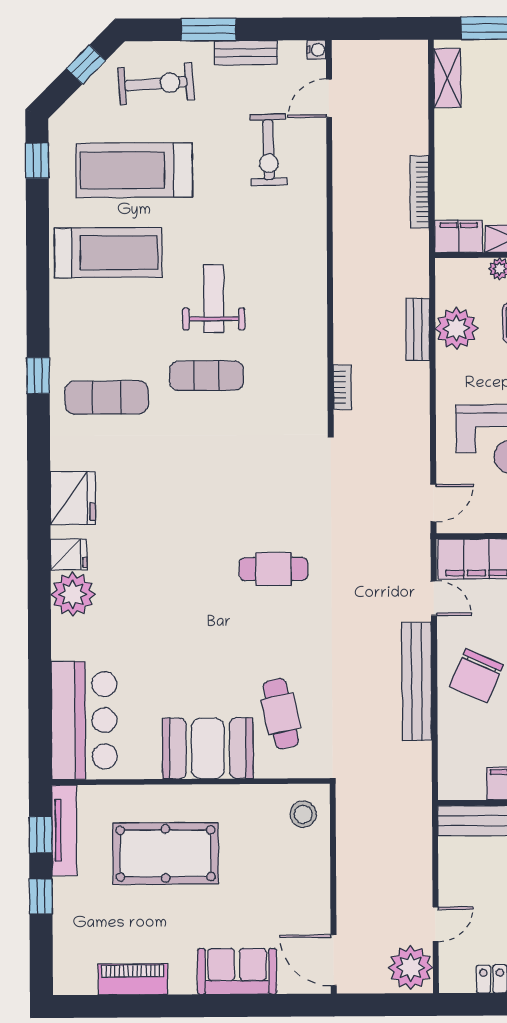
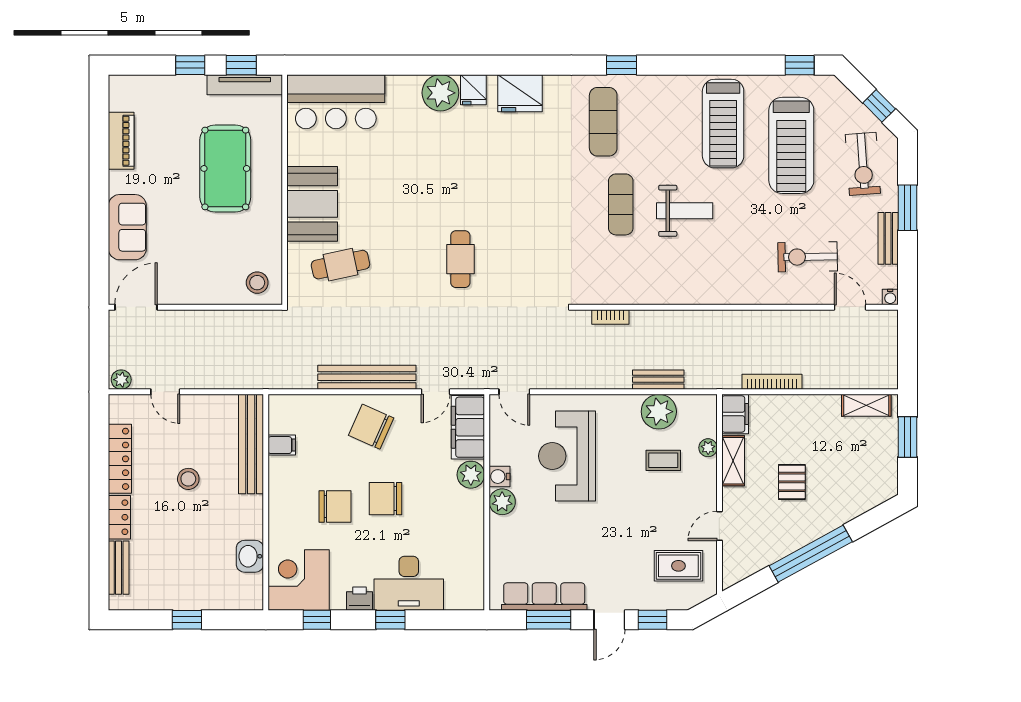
treadmill: (134, 170) -> (791, 145), turned 180
plant: (411, 967) -> (121, 380), width x0.53, depth x0.53

